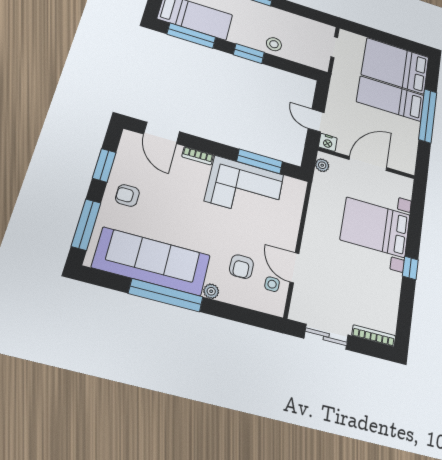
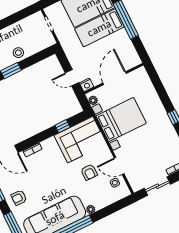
window: (260, 161) -> (62, 126), width x0.46
corner sofa: (244, 188) -> (80, 140), moved
bed with nightstands: (375, 227) -> (121, 120), moved, turned 180
armchair: (241, 267) -> (89, 172), moved

